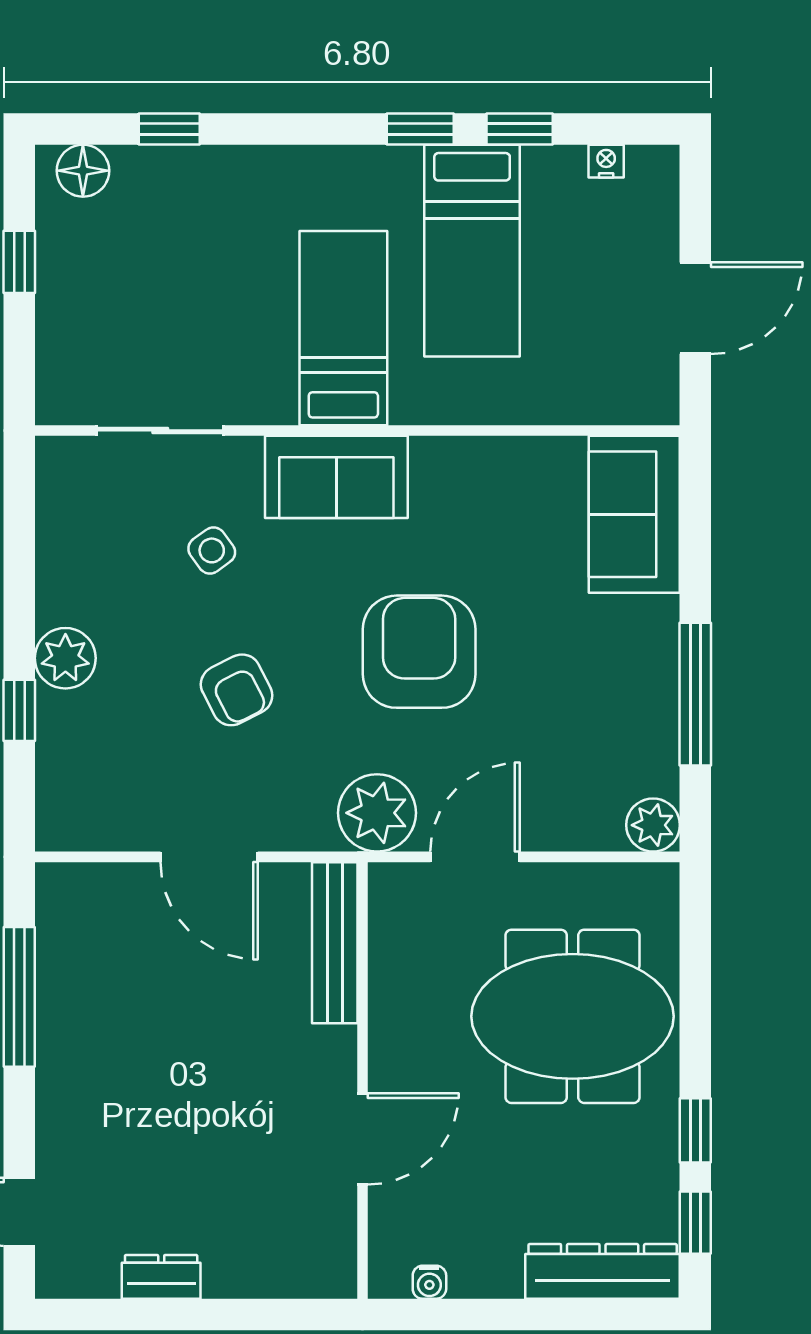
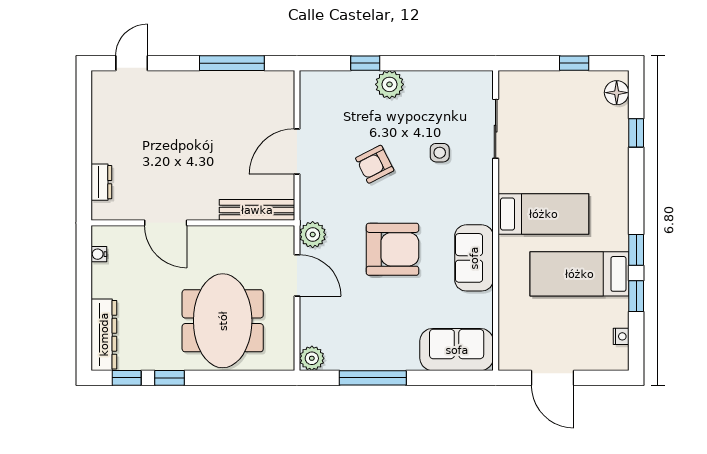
sofa: (336, 477) -> (474, 258), moved
side table: (212, 550) -> (440, 153), turned 36
plant: (377, 813) -> (313, 235), width x0.73, depth x0.73
dresser: (161, 1277) -> (101, 182), moved

